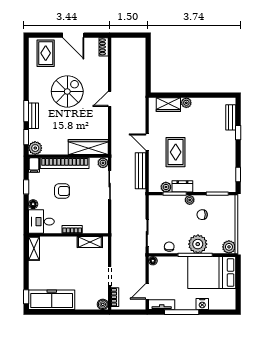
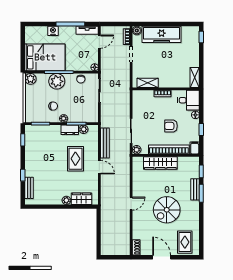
wardrobe: (88, 147) -> (160, 163), moved
plant: (35, 148) -> (194, 162), removed
freezer: (52, 300) -> (162, 34), moved

